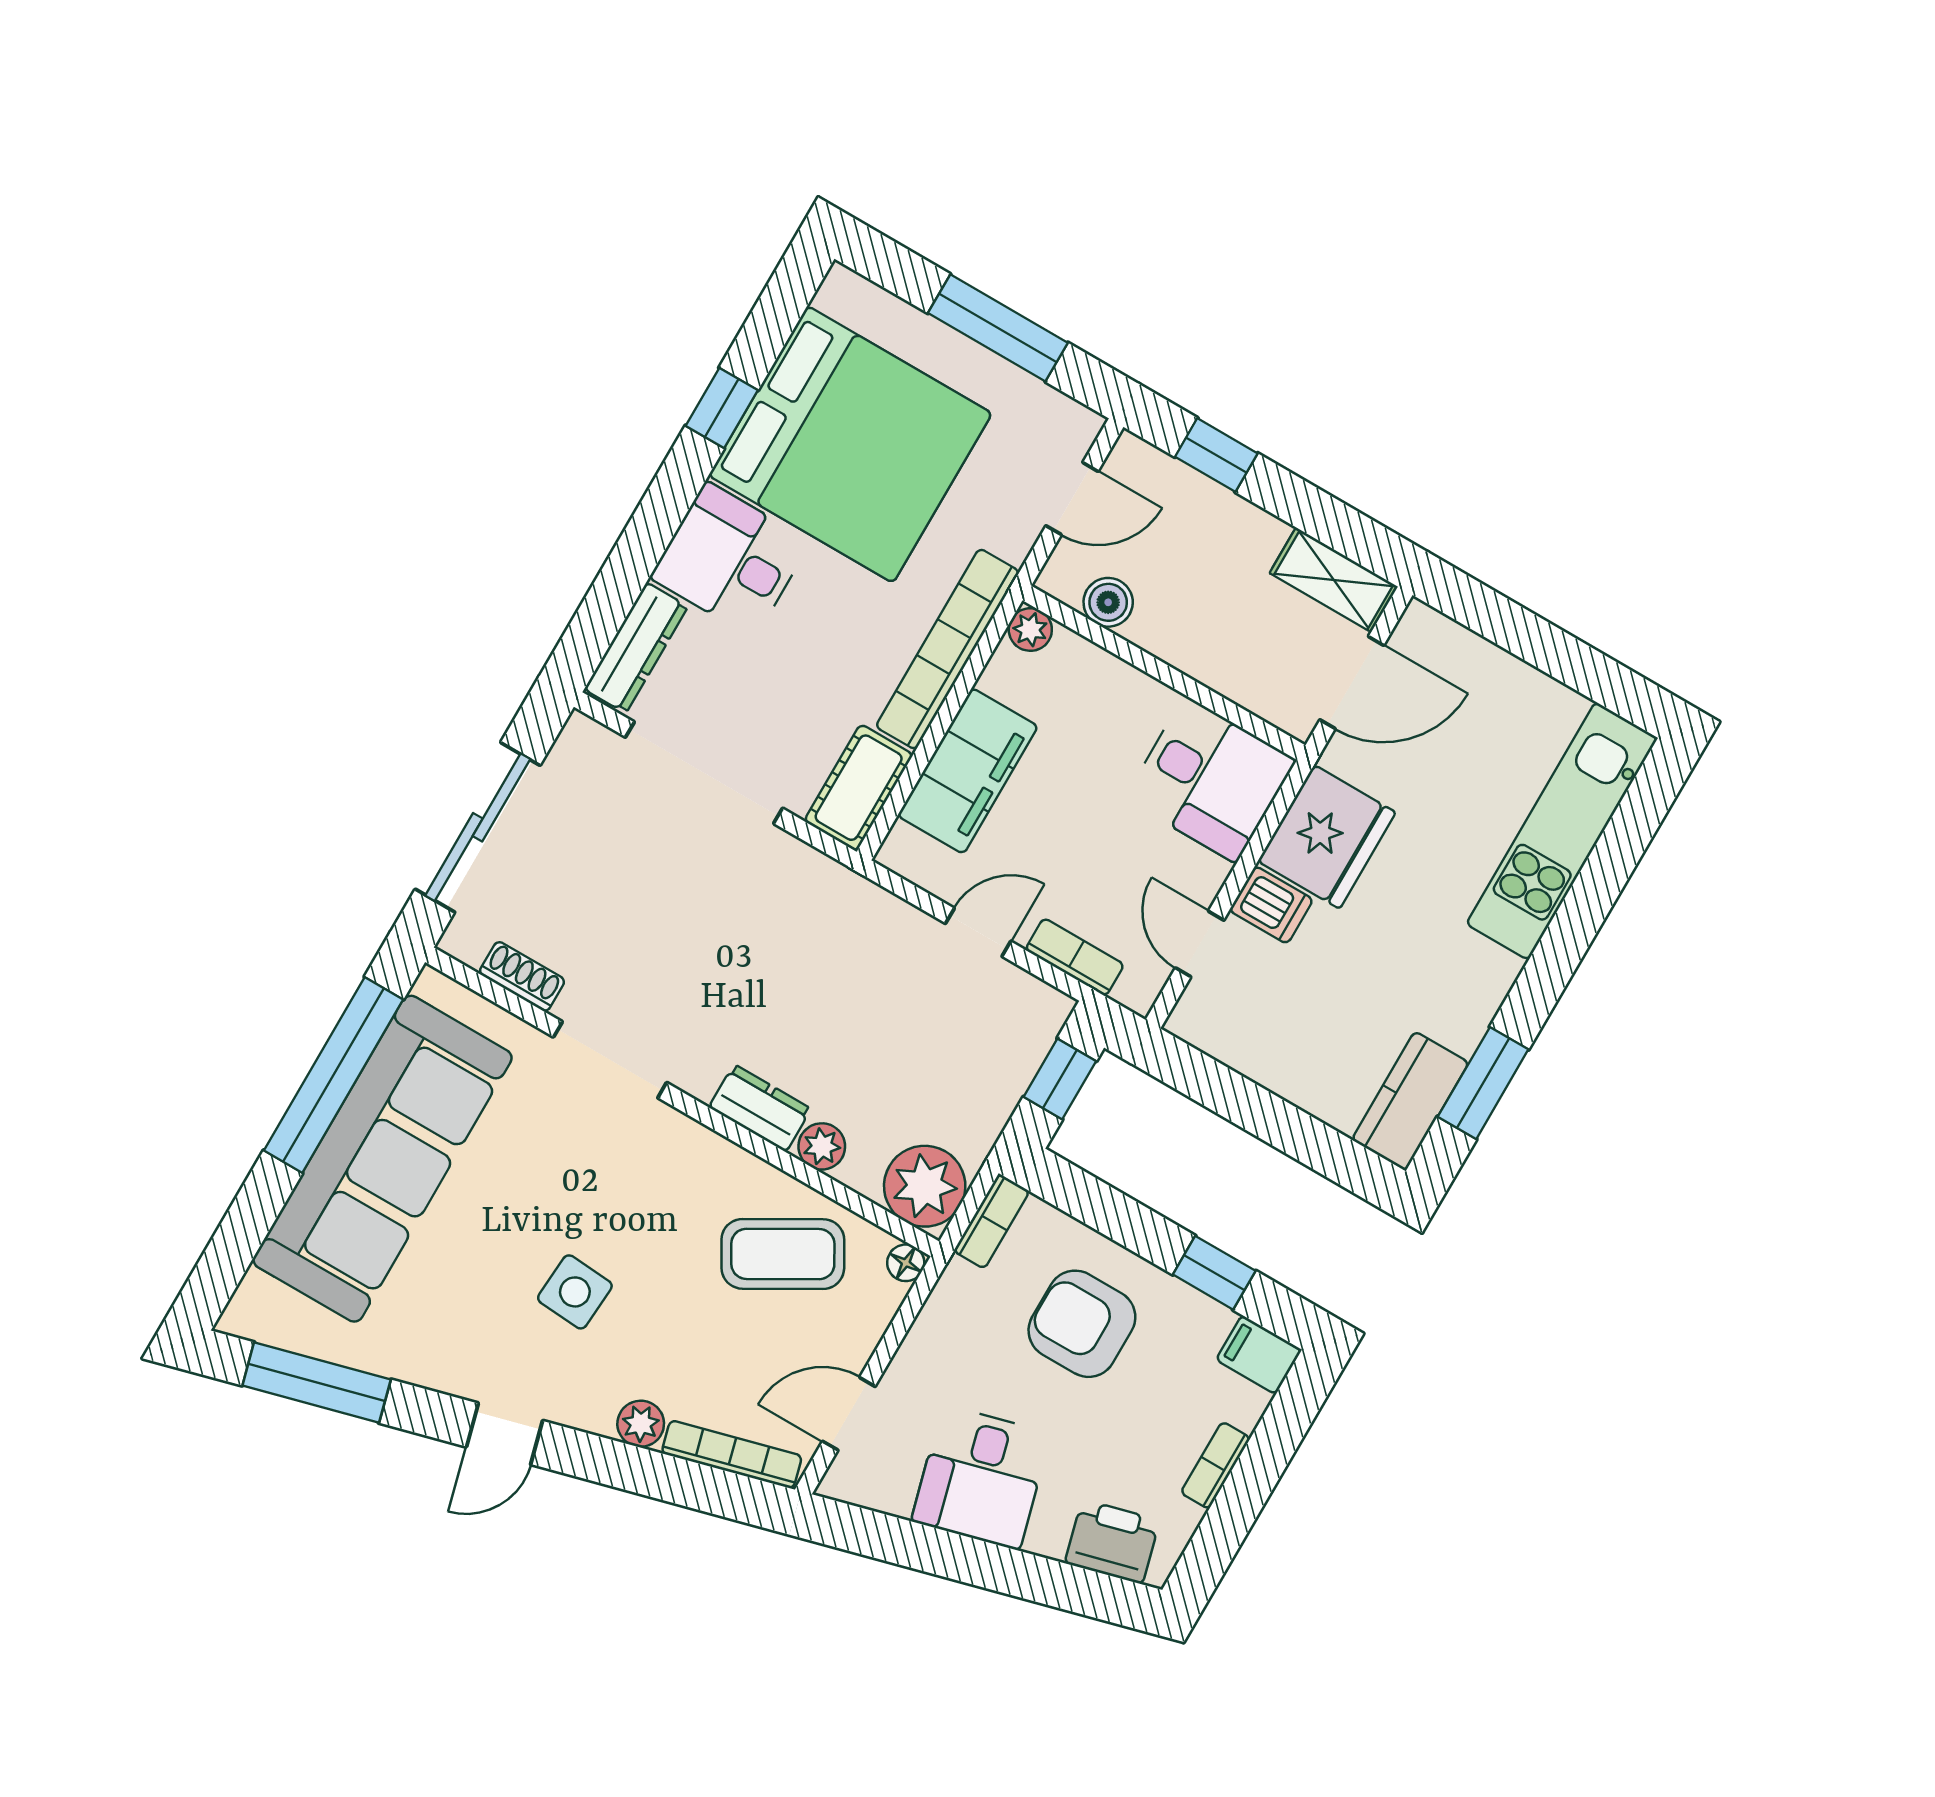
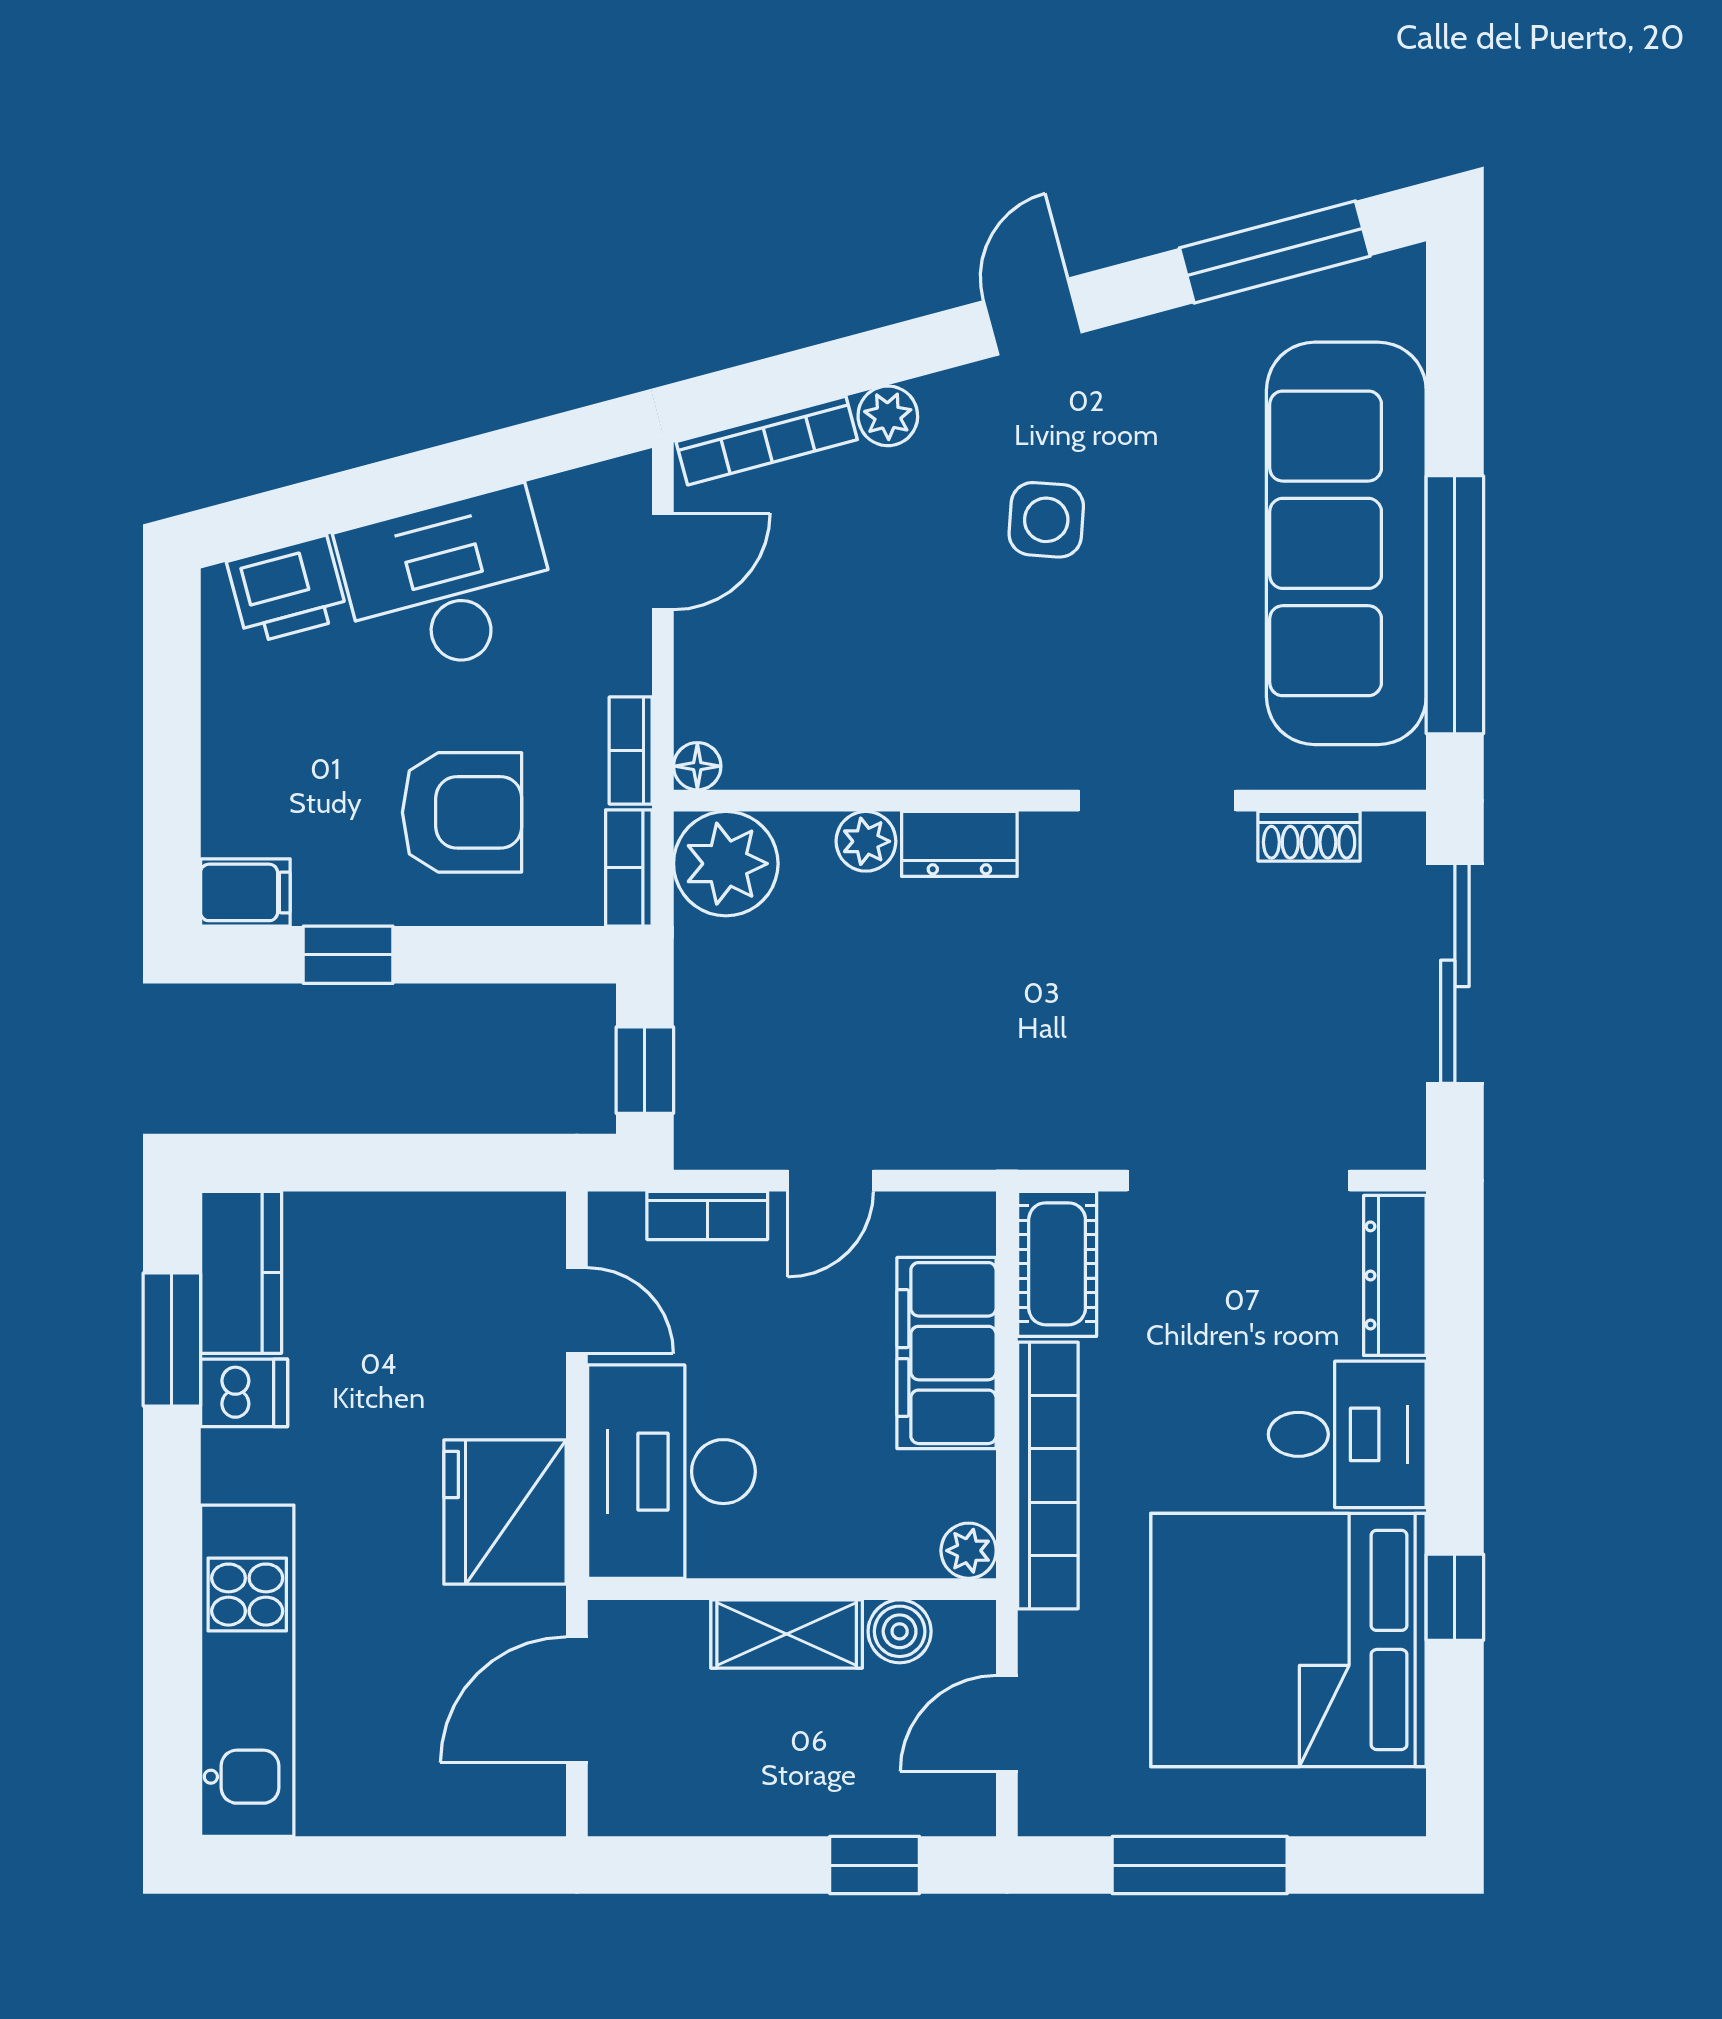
shelving: (1334, 580) -> (787, 1634), moved
desk: (1210, 779) -> (671, 1472), width x1.37
dishwasher: (1271, 905) -> (244, 1393), moved, turned 180
coffee table: (783, 1254) -> (840, 697), removed
bookcase: (1215, 1465) -> (631, 750), moved, turned 180
desk: (981, 1477) -> (449, 583), width x1.37

